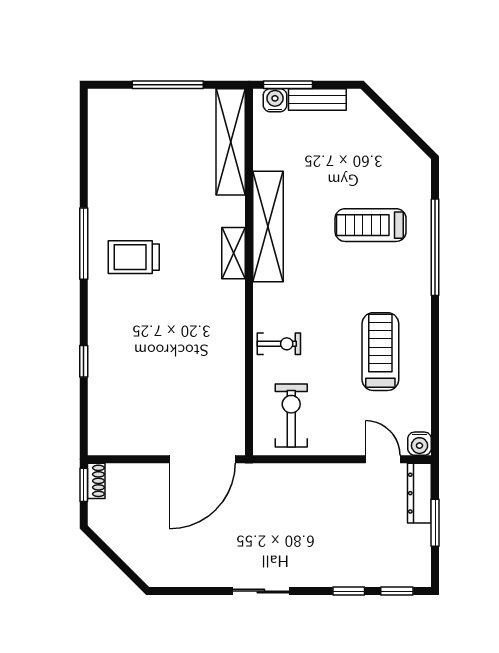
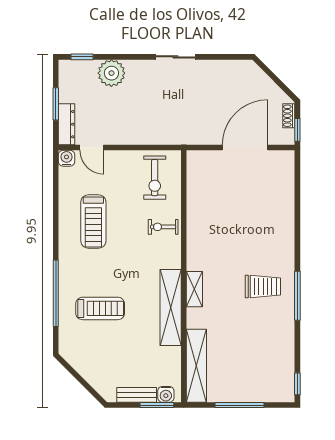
window: (84, 361) -> (297, 384), moved
door: (202, 459) -> (245, 147), moved
shoe rack: (96, 481) -> (289, 116), moved
plant: (354, 568) -> (111, 73), added
window: (349, 591) -> (115, 57), removed

